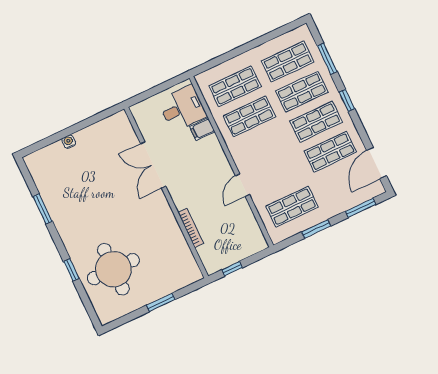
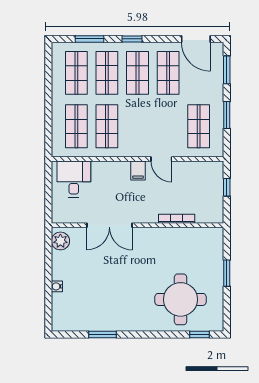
plant: (115, 124) -> (60, 241), added
filing cabinet: (202, 129) -> (138, 170), moved
window: (232, 269) -> (227, 187), moved
window: (71, 270) -> (199, 335), moved

